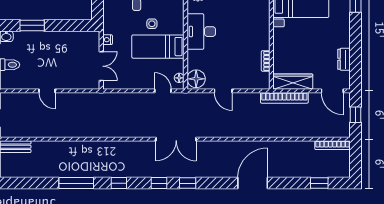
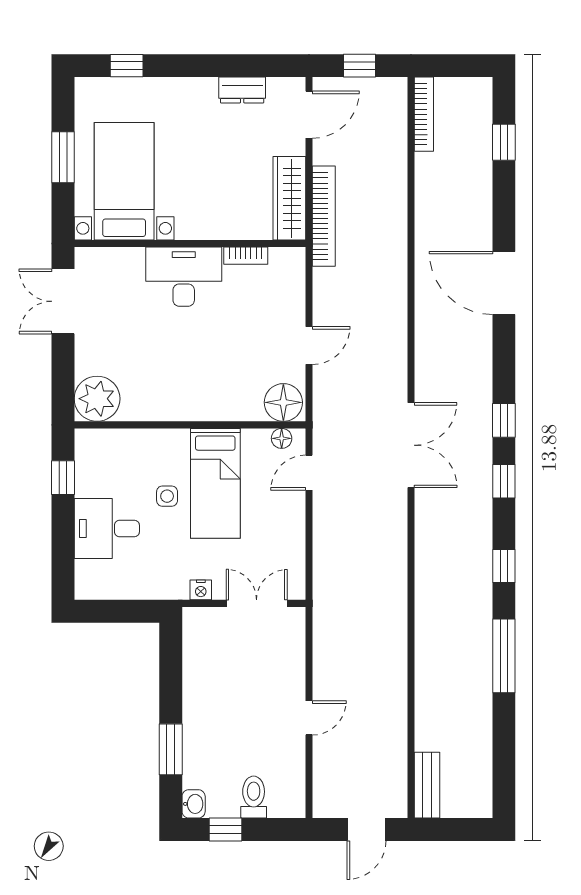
desk: (201, 32) -> (184, 277), moved, turned 180

